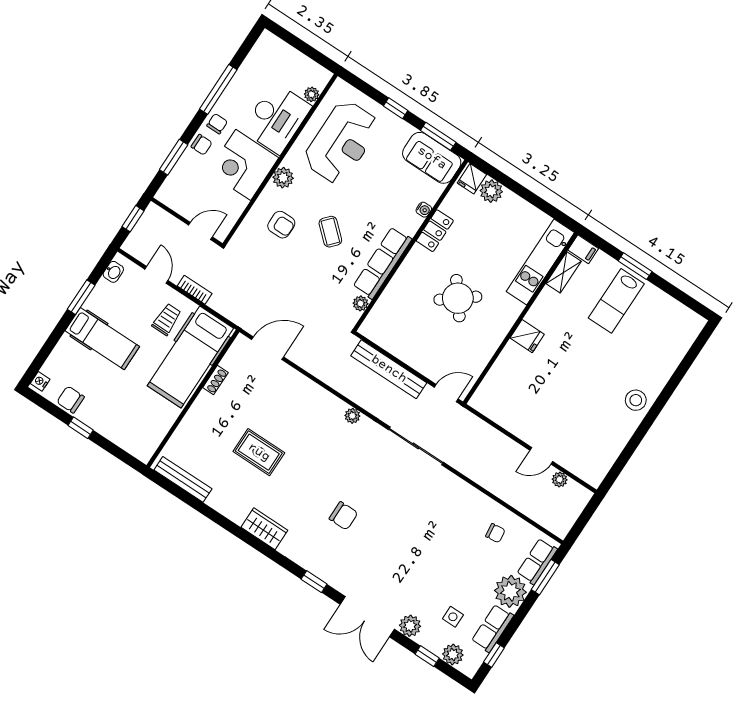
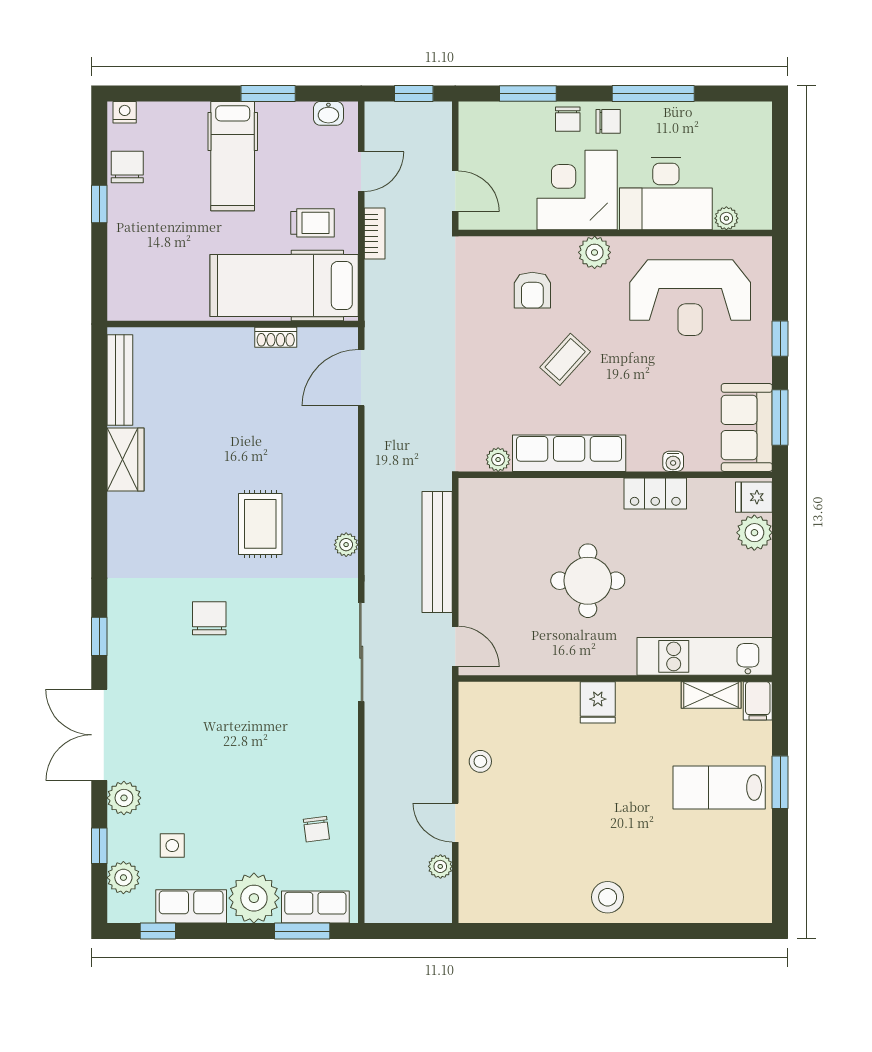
round table: (458, 298) -> (588, 581), turned 38
door: (268, 348) -> (361, 378), swing flipped
stool: (517, 420) -> (480, 761), added
rug: (259, 452) -> (260, 524), moved
chair: (343, 516) -> (209, 618), turned 180
wardrobe: (264, 529) -> (125, 460), moved

